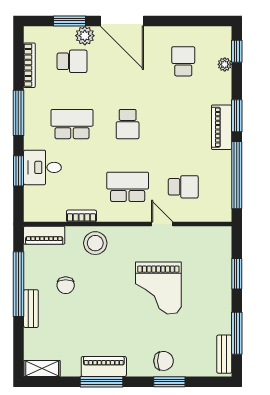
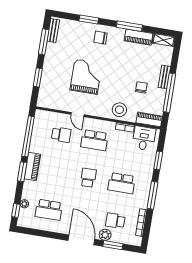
school desk: (183, 61) -> (49, 210), width x1.85
desk: (42, 167) -> (144, 138), moved, turned -90
school desk: (183, 187) -> (61, 135), turned 180
chair: (164, 361) -> (101, 38), moved
piano: (104, 367) -> (138, 37), moved

